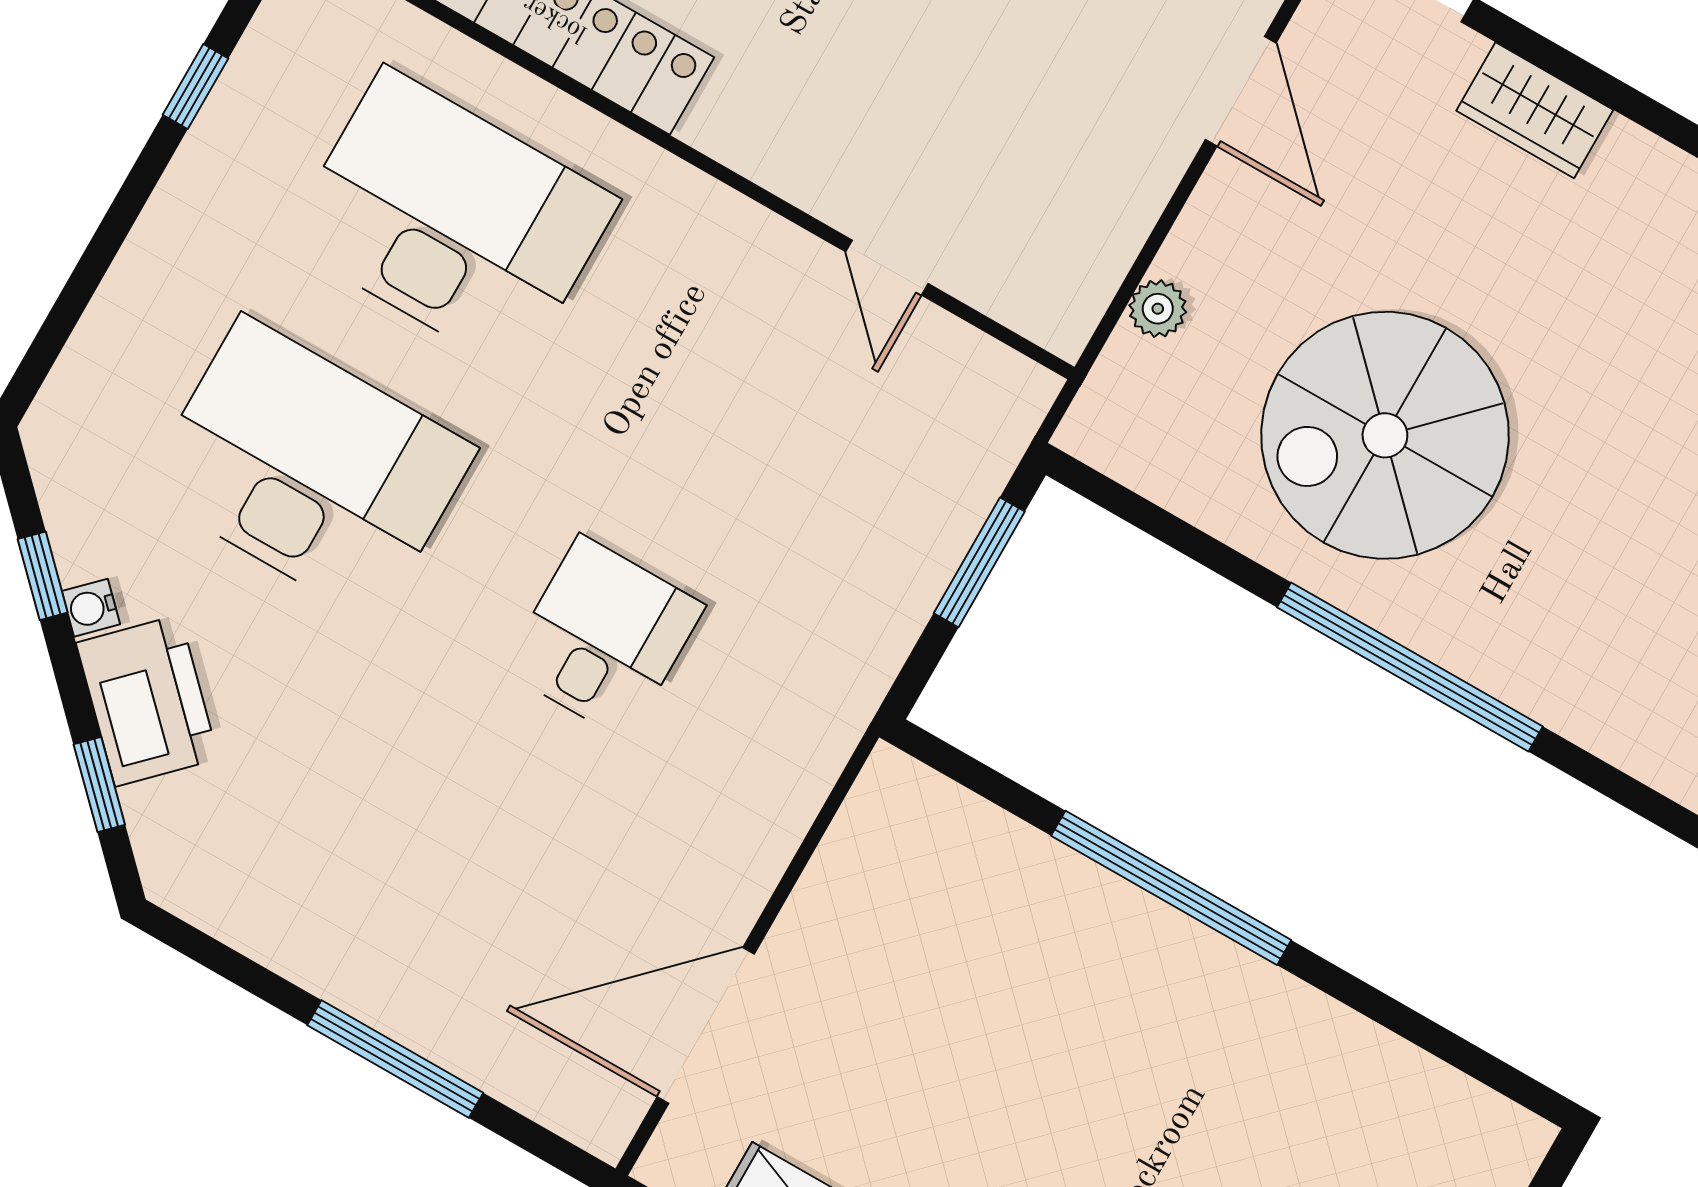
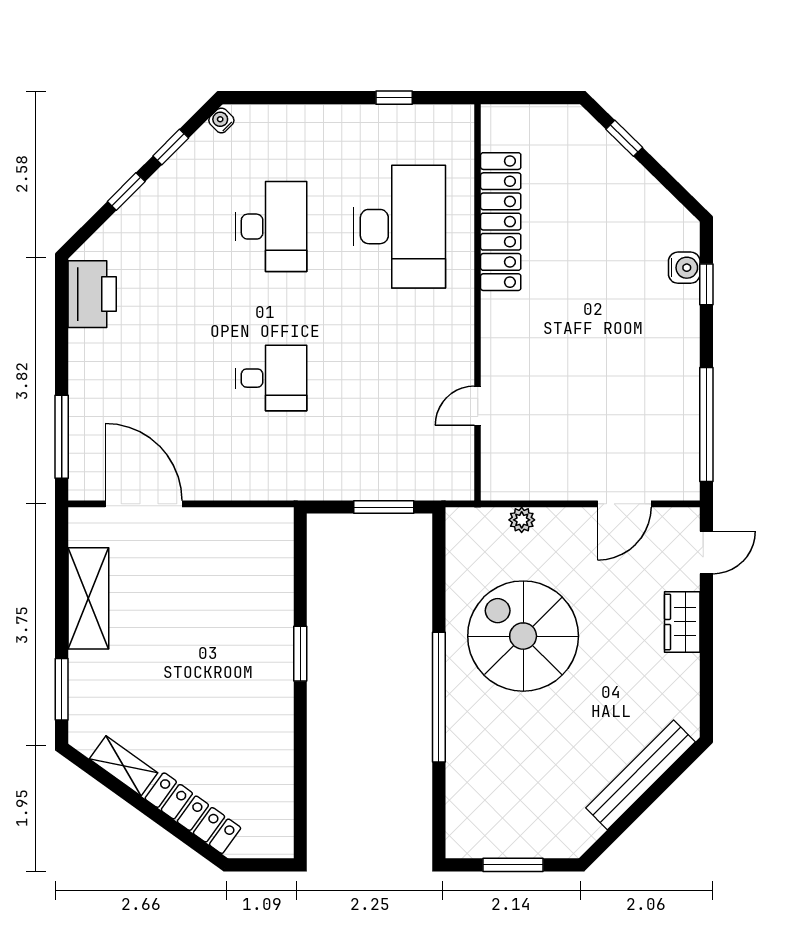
desk: (309, 469) -> (271, 227), width x0.73, depth x0.77
water cooler: (91, 608) -> (221, 120), moved
printer: (147, 701) -> (92, 294), moved, turned -45
window: (99, 784) -> (126, 192), moved
window: (1171, 888) -> (300, 654), width x0.47
window: (395, 1059) -> (62, 437), moved

